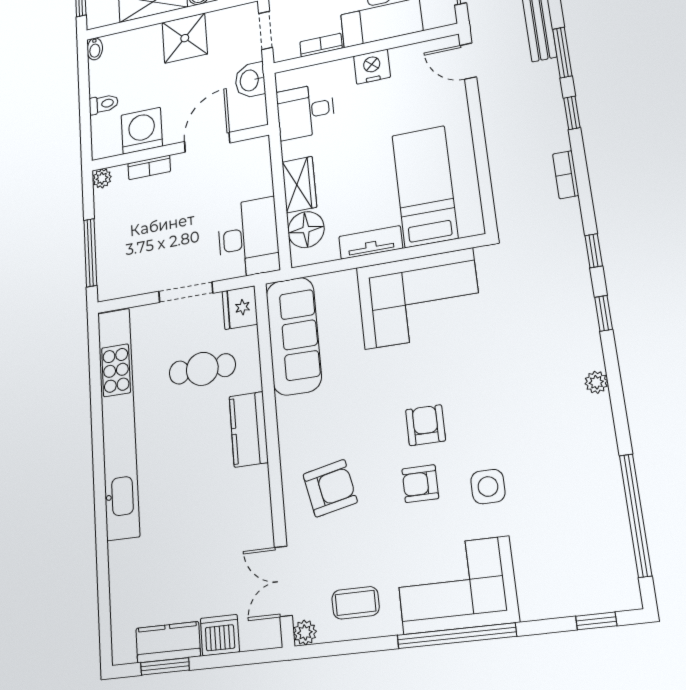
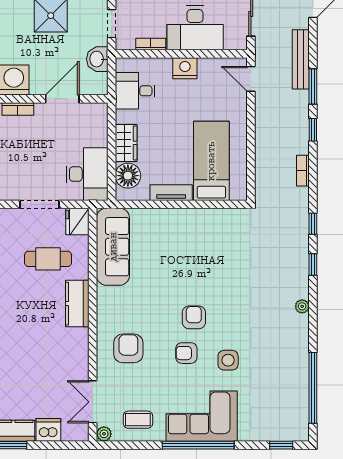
corner sofa: (419, 299) -> (199, 236), removed
armchair: (330, 488) -> (128, 348), turned -78

